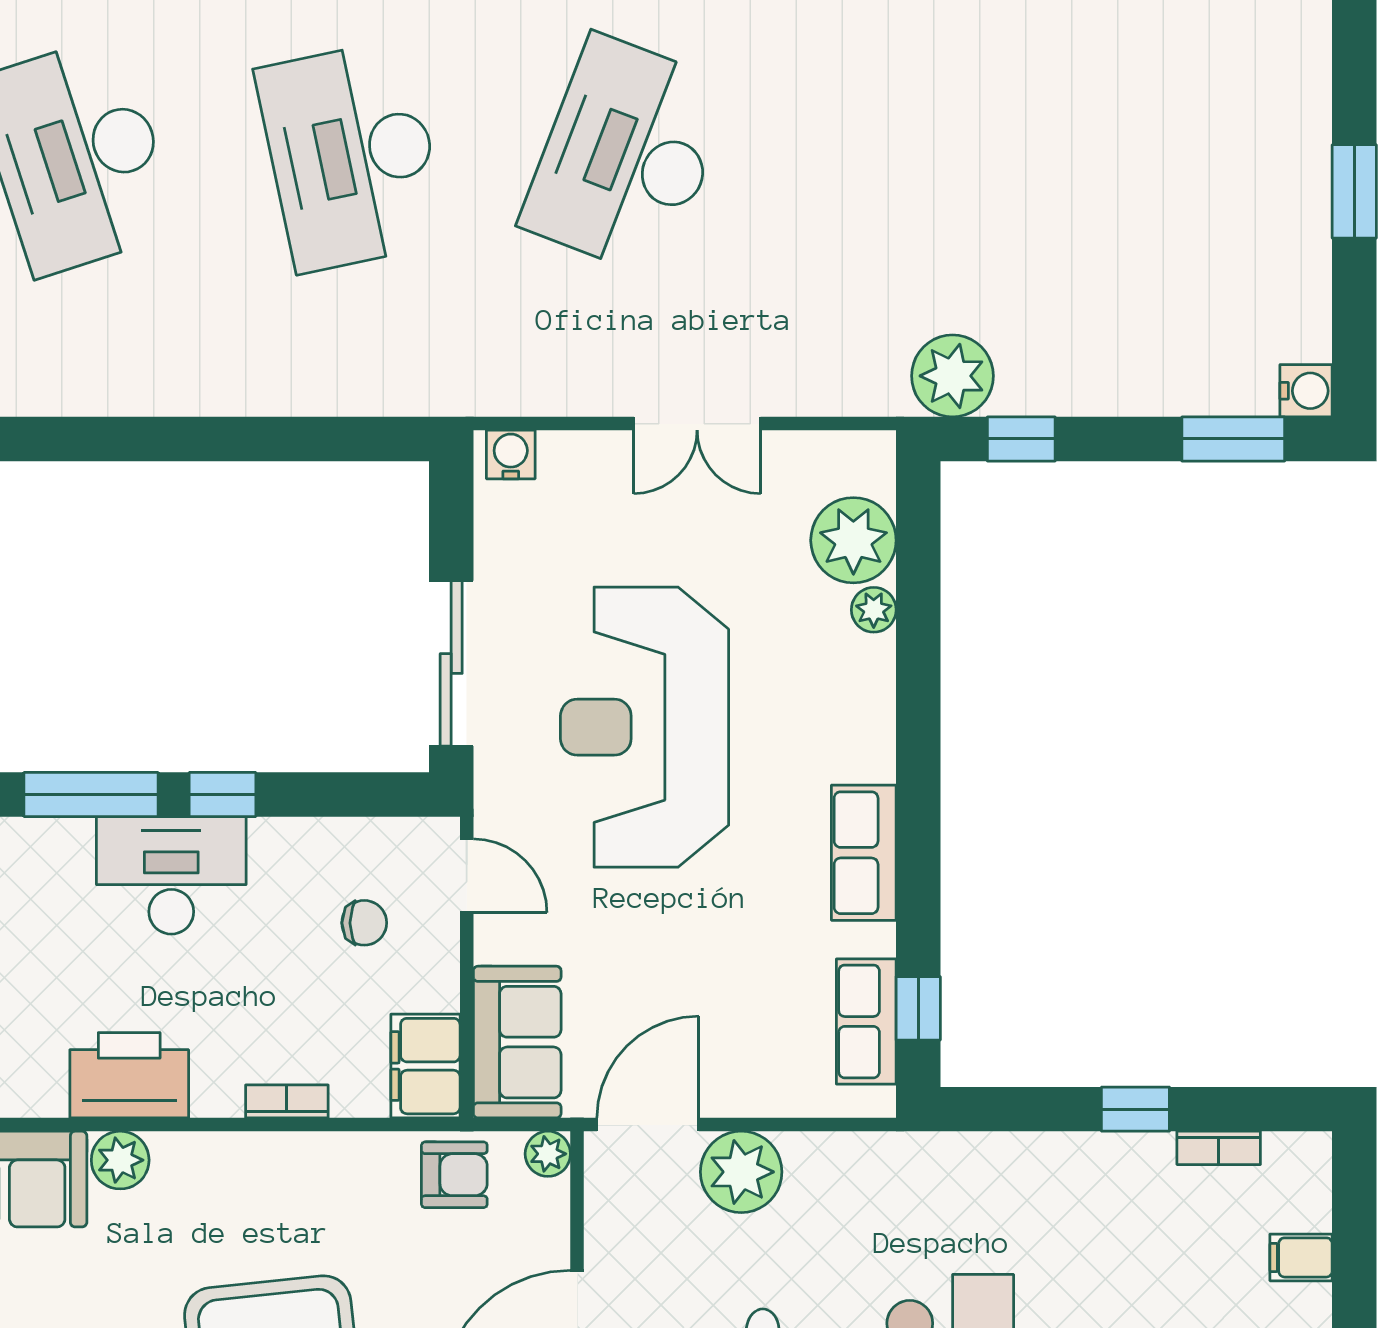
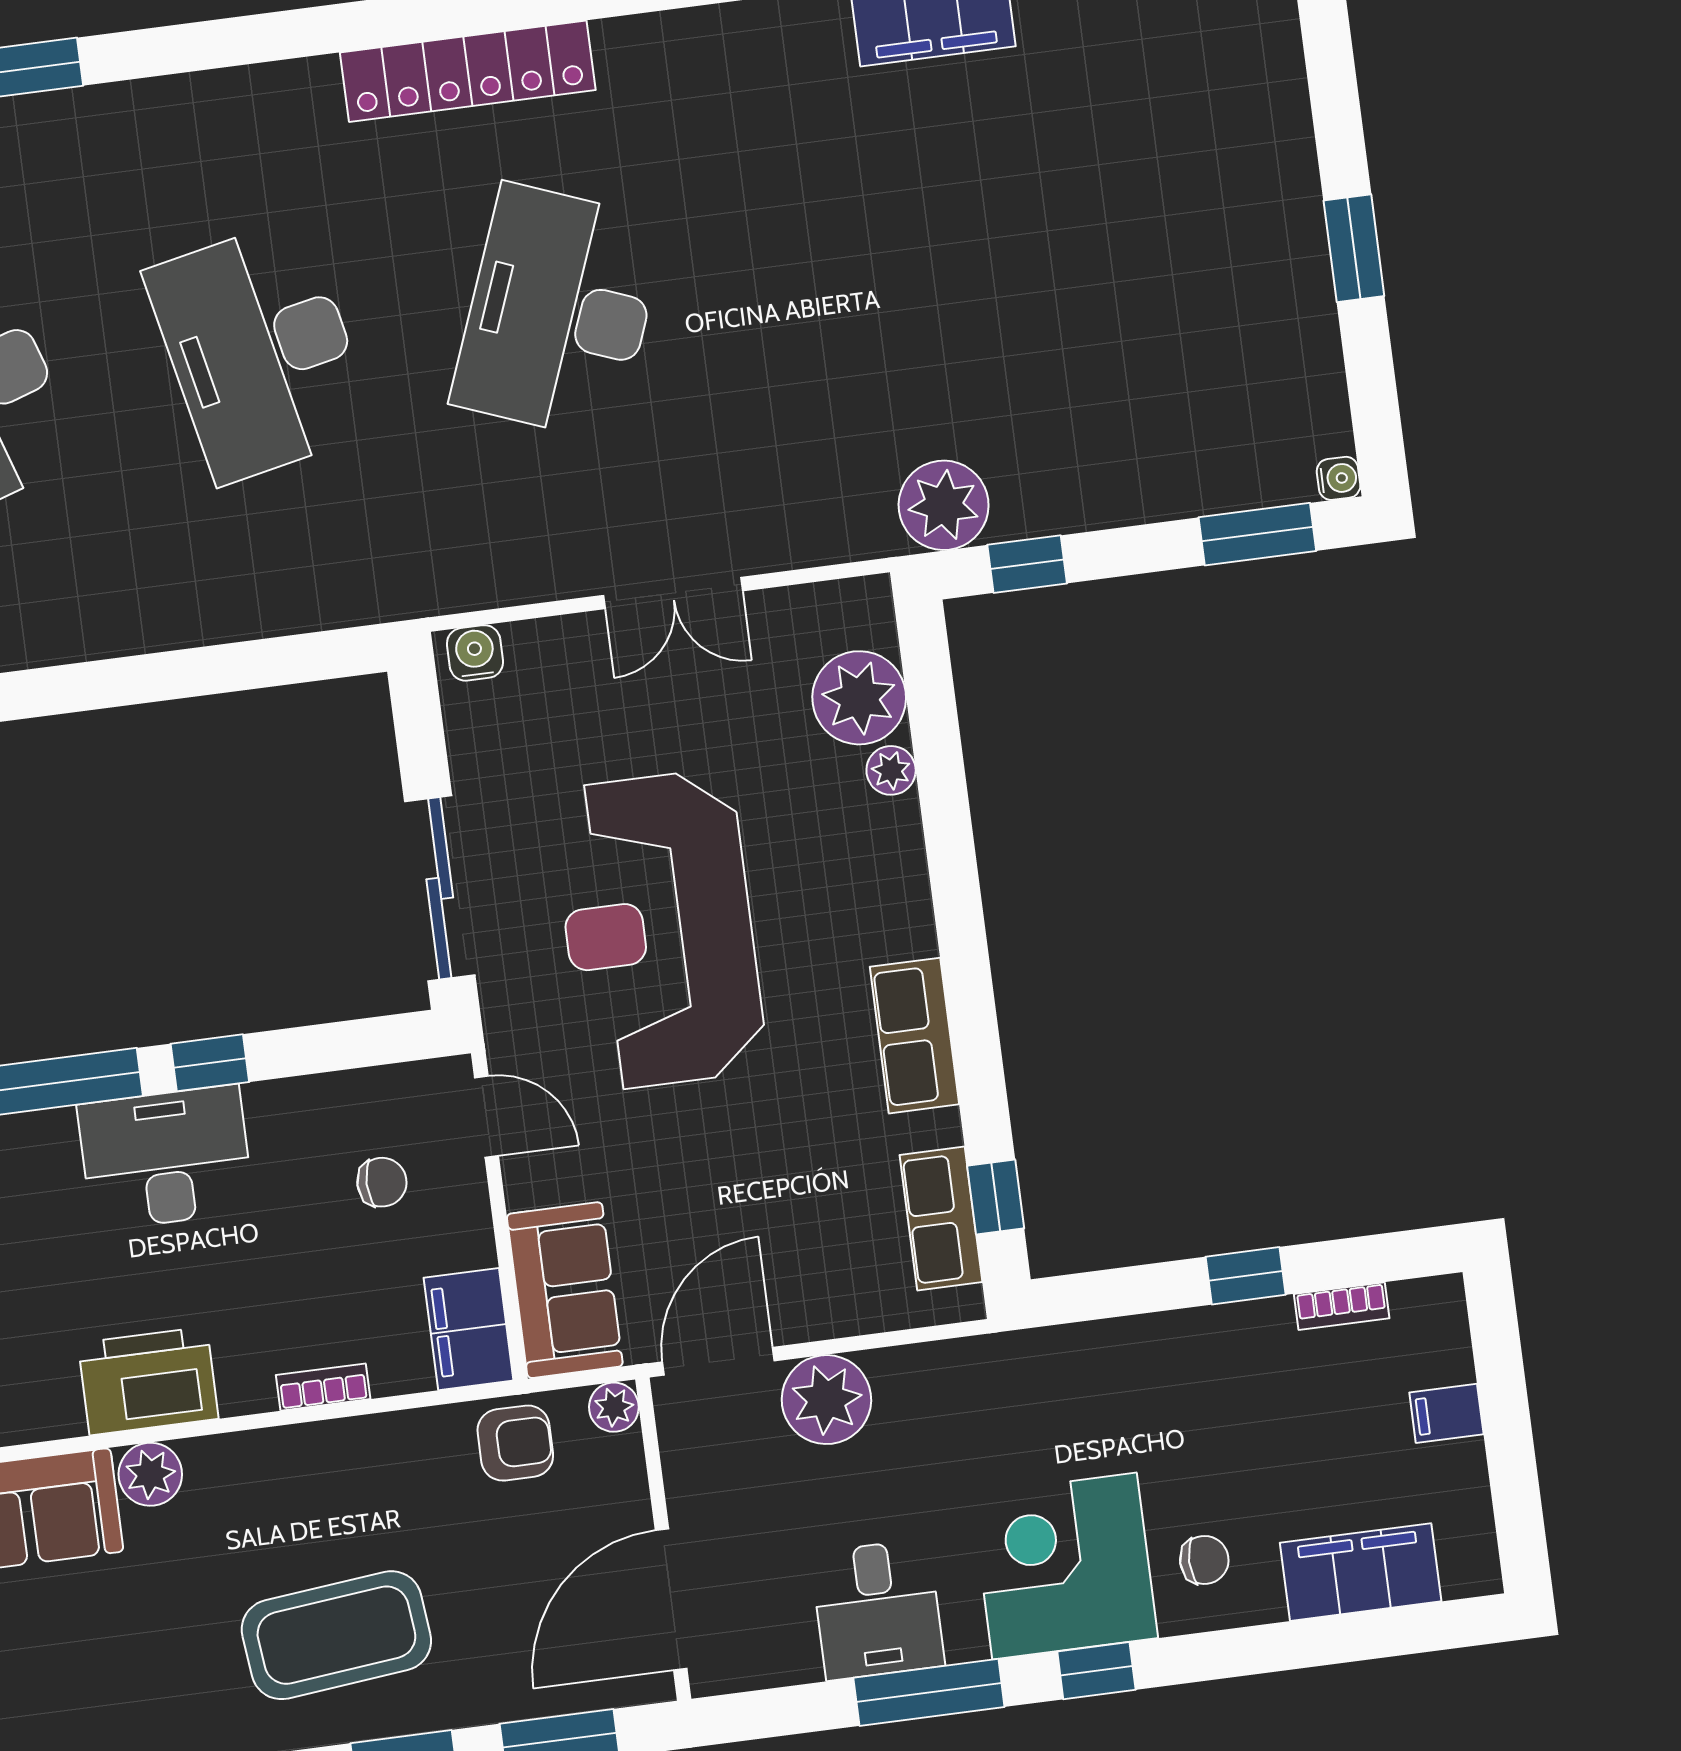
water cooler: (1306, 391) -> (1339, 478), width x0.72, depth x0.72

